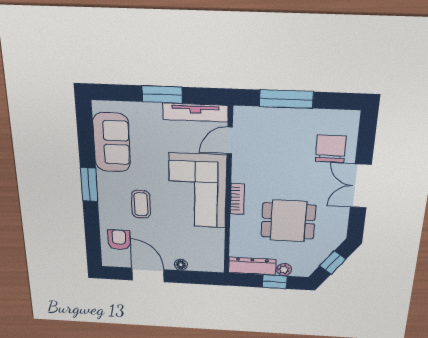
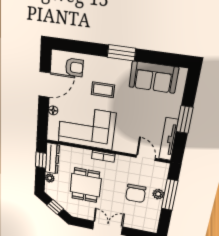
plant: (288, 116) -> (158, 194), added
chair: (331, 149) -> (136, 193), moved, turned 90
corner sofa: (198, 191) -> (87, 127), moved
window: (275, 282) -> (41, 160), moved

